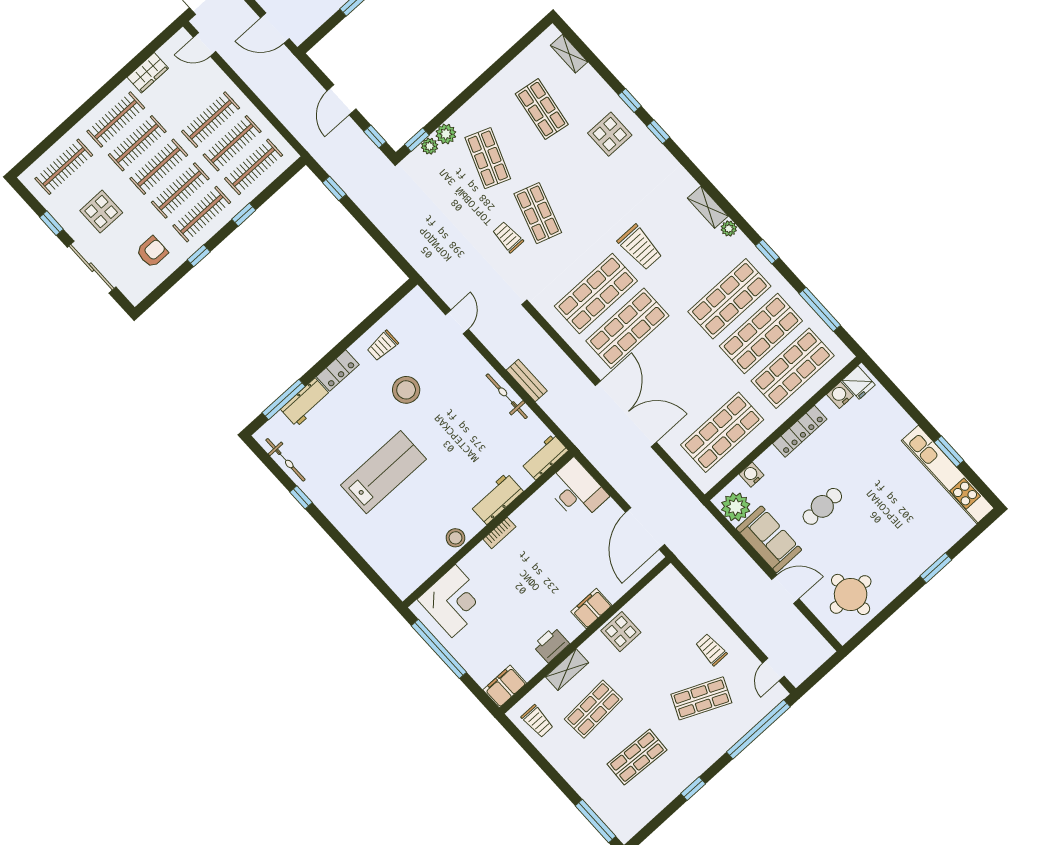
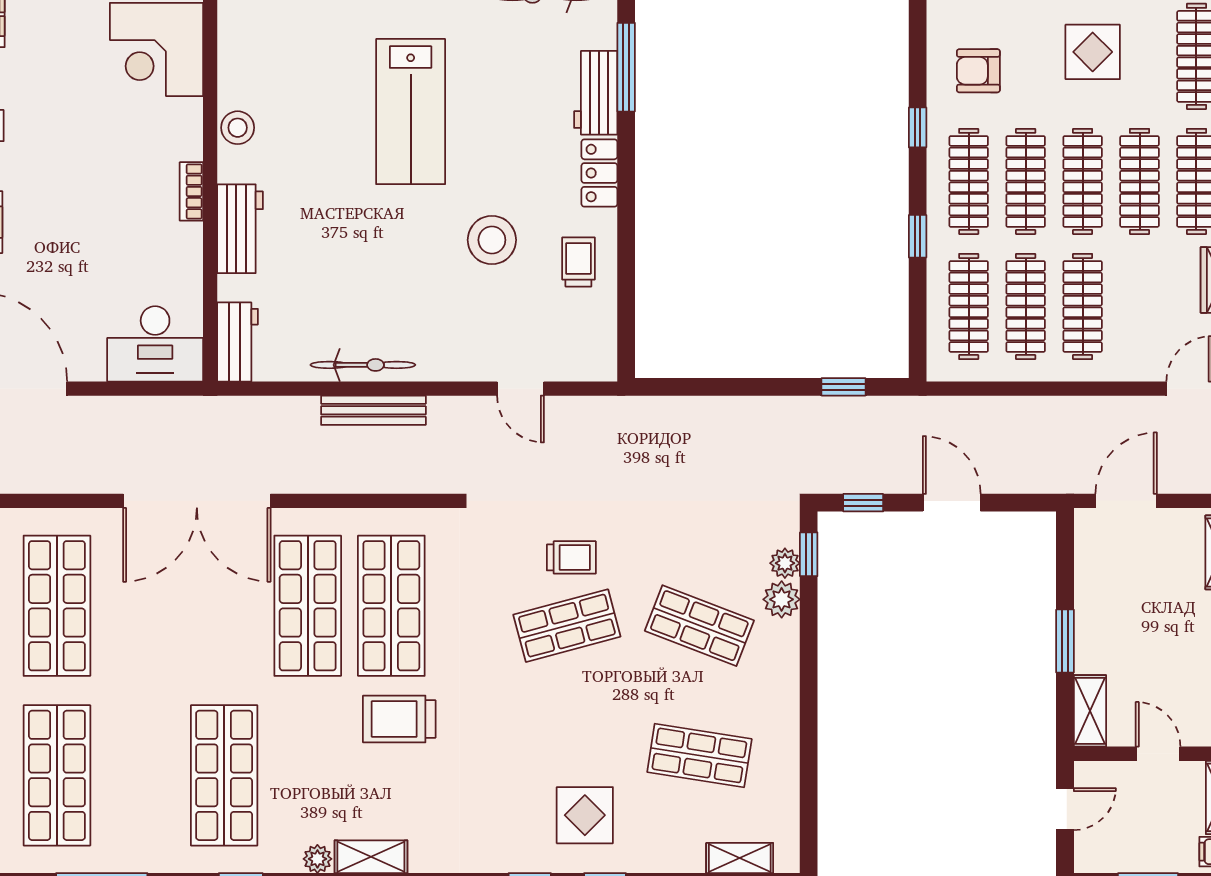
shop shelf: (538, 213) -> (567, 626), turned -33
armchair: (152, 252) -> (978, 71), turned 90
shop shelf: (761, 334) -> (141, 775), removed
bench: (527, 381) -> (373, 410), width x1.36

